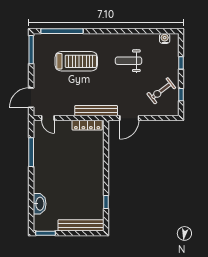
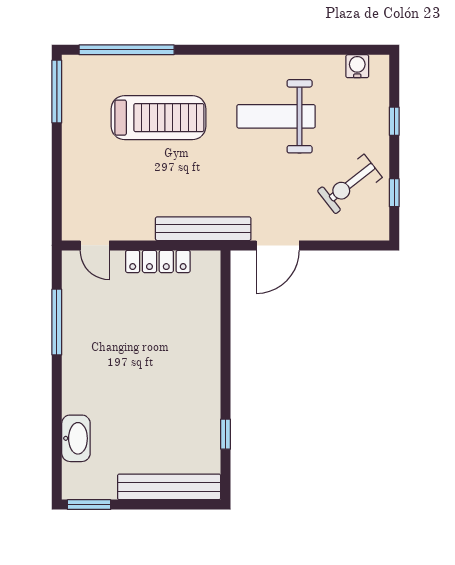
weight bench: (129, 61) -> (276, 116), width x1.36, depth x1.33
door: (31, 98) -> (57, 199), removed
locker: (87, 125) -> (158, 261), moved

